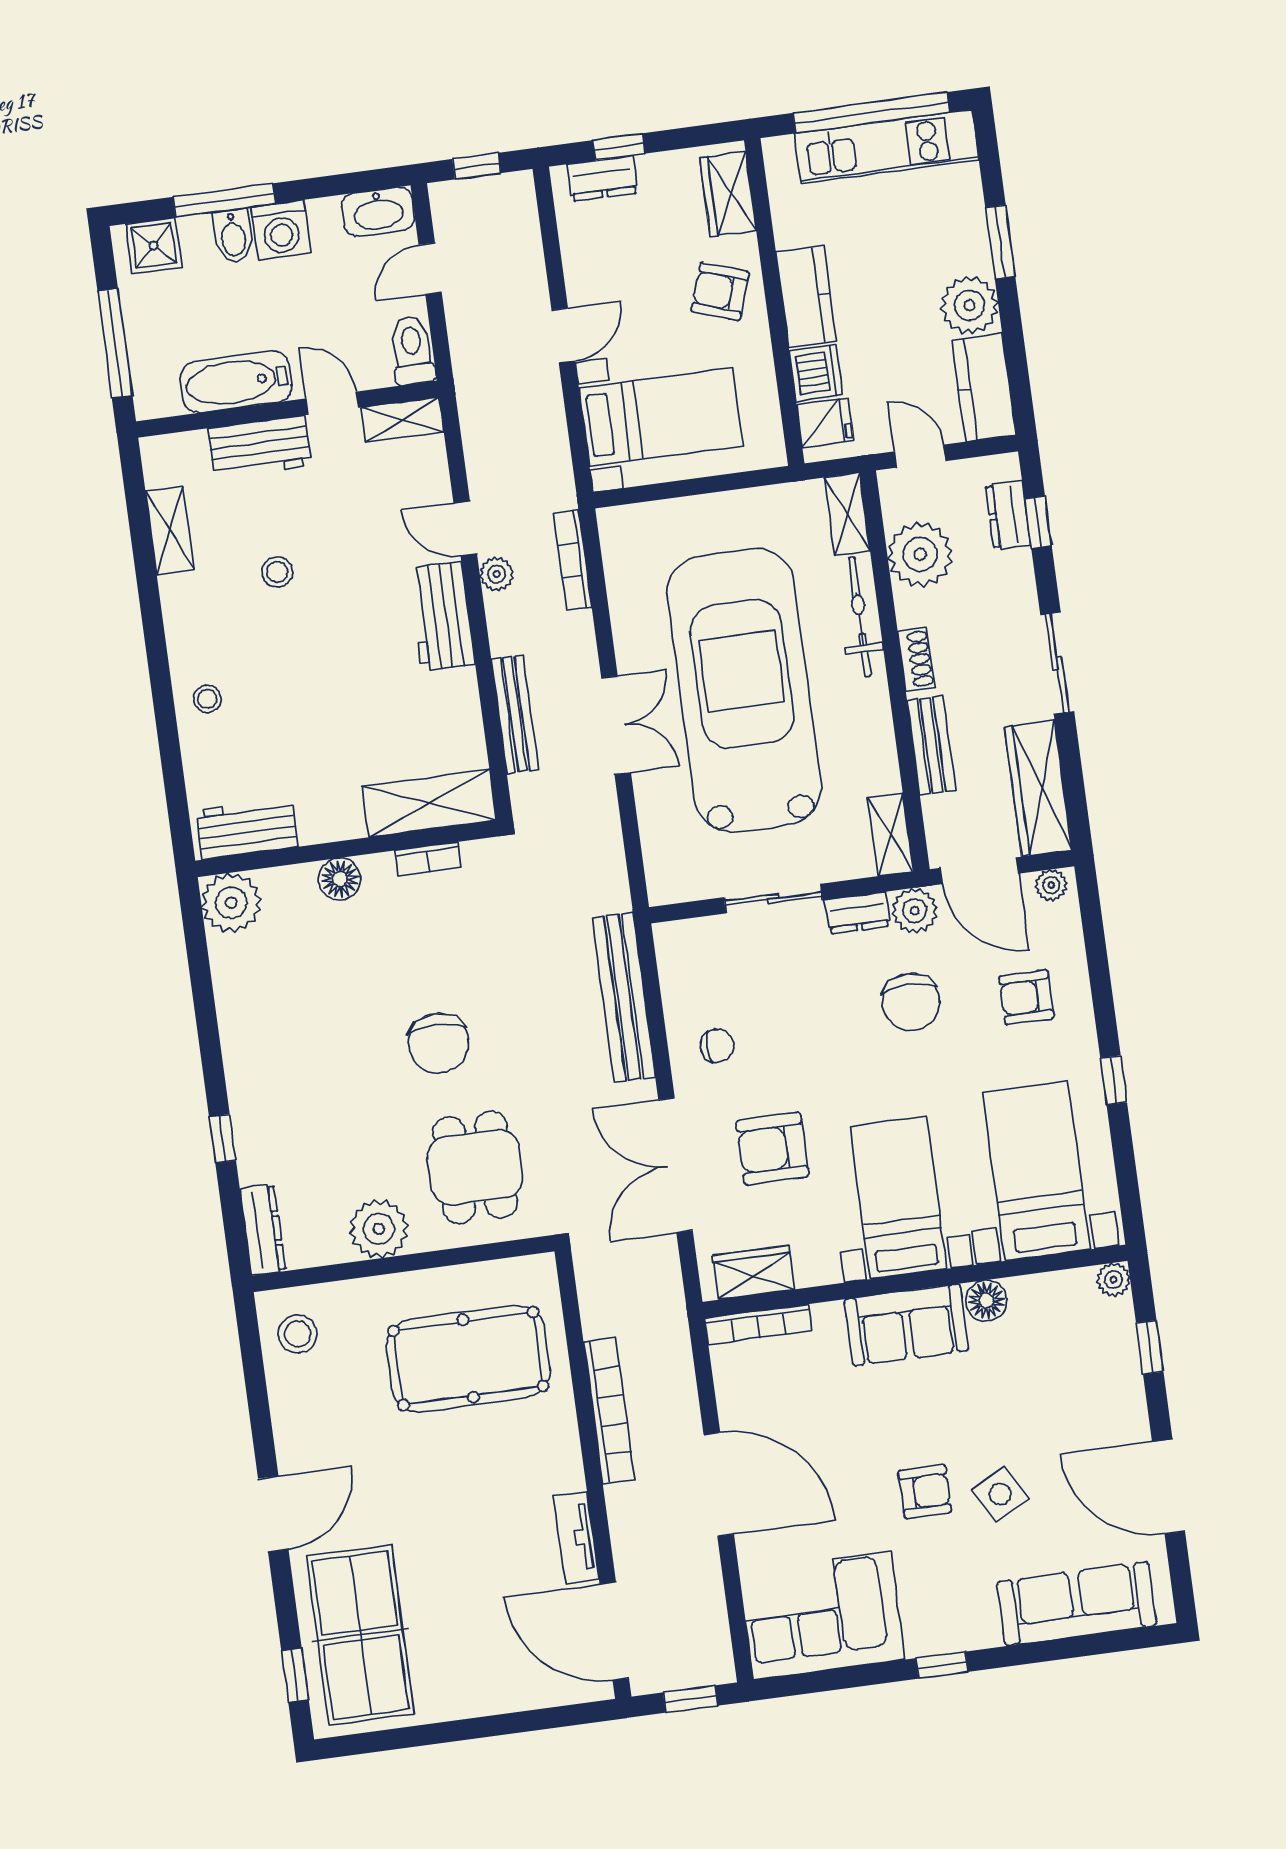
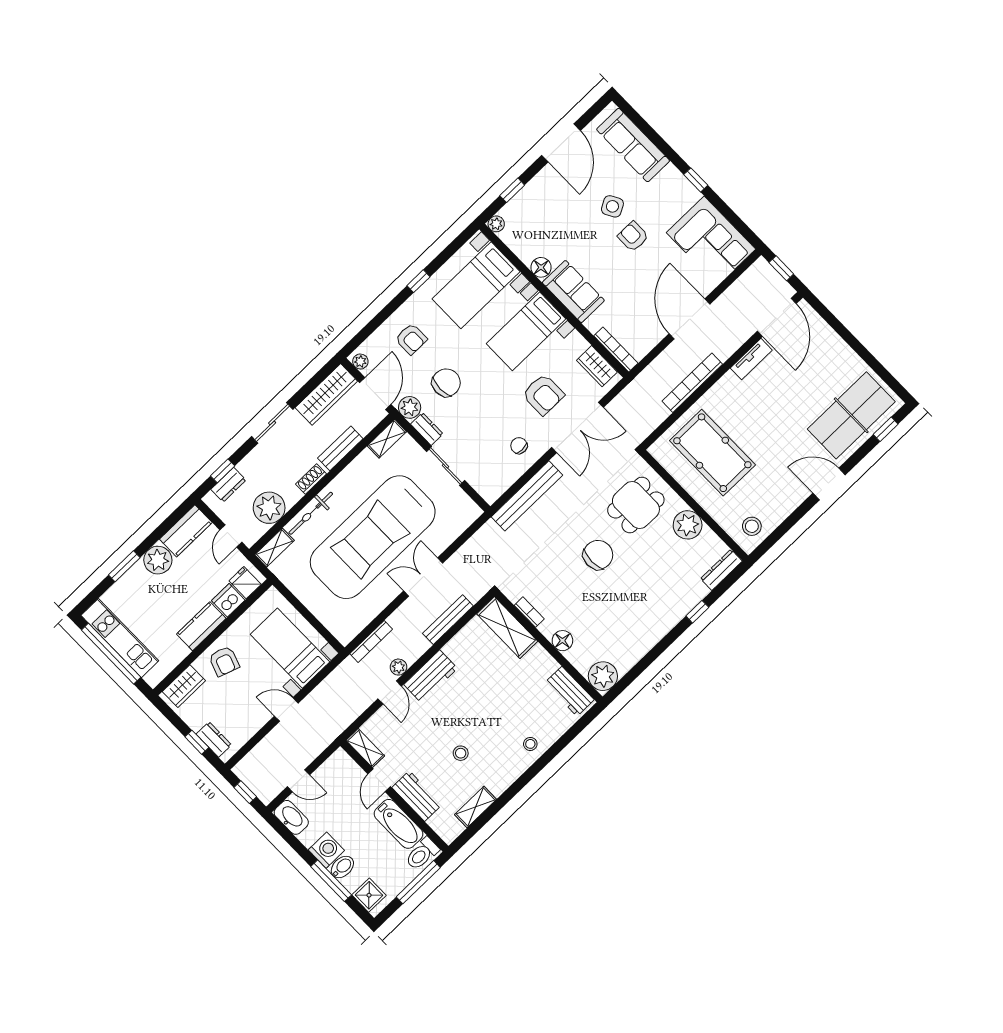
toilet: (412, 350) -> (422, 854), moved

